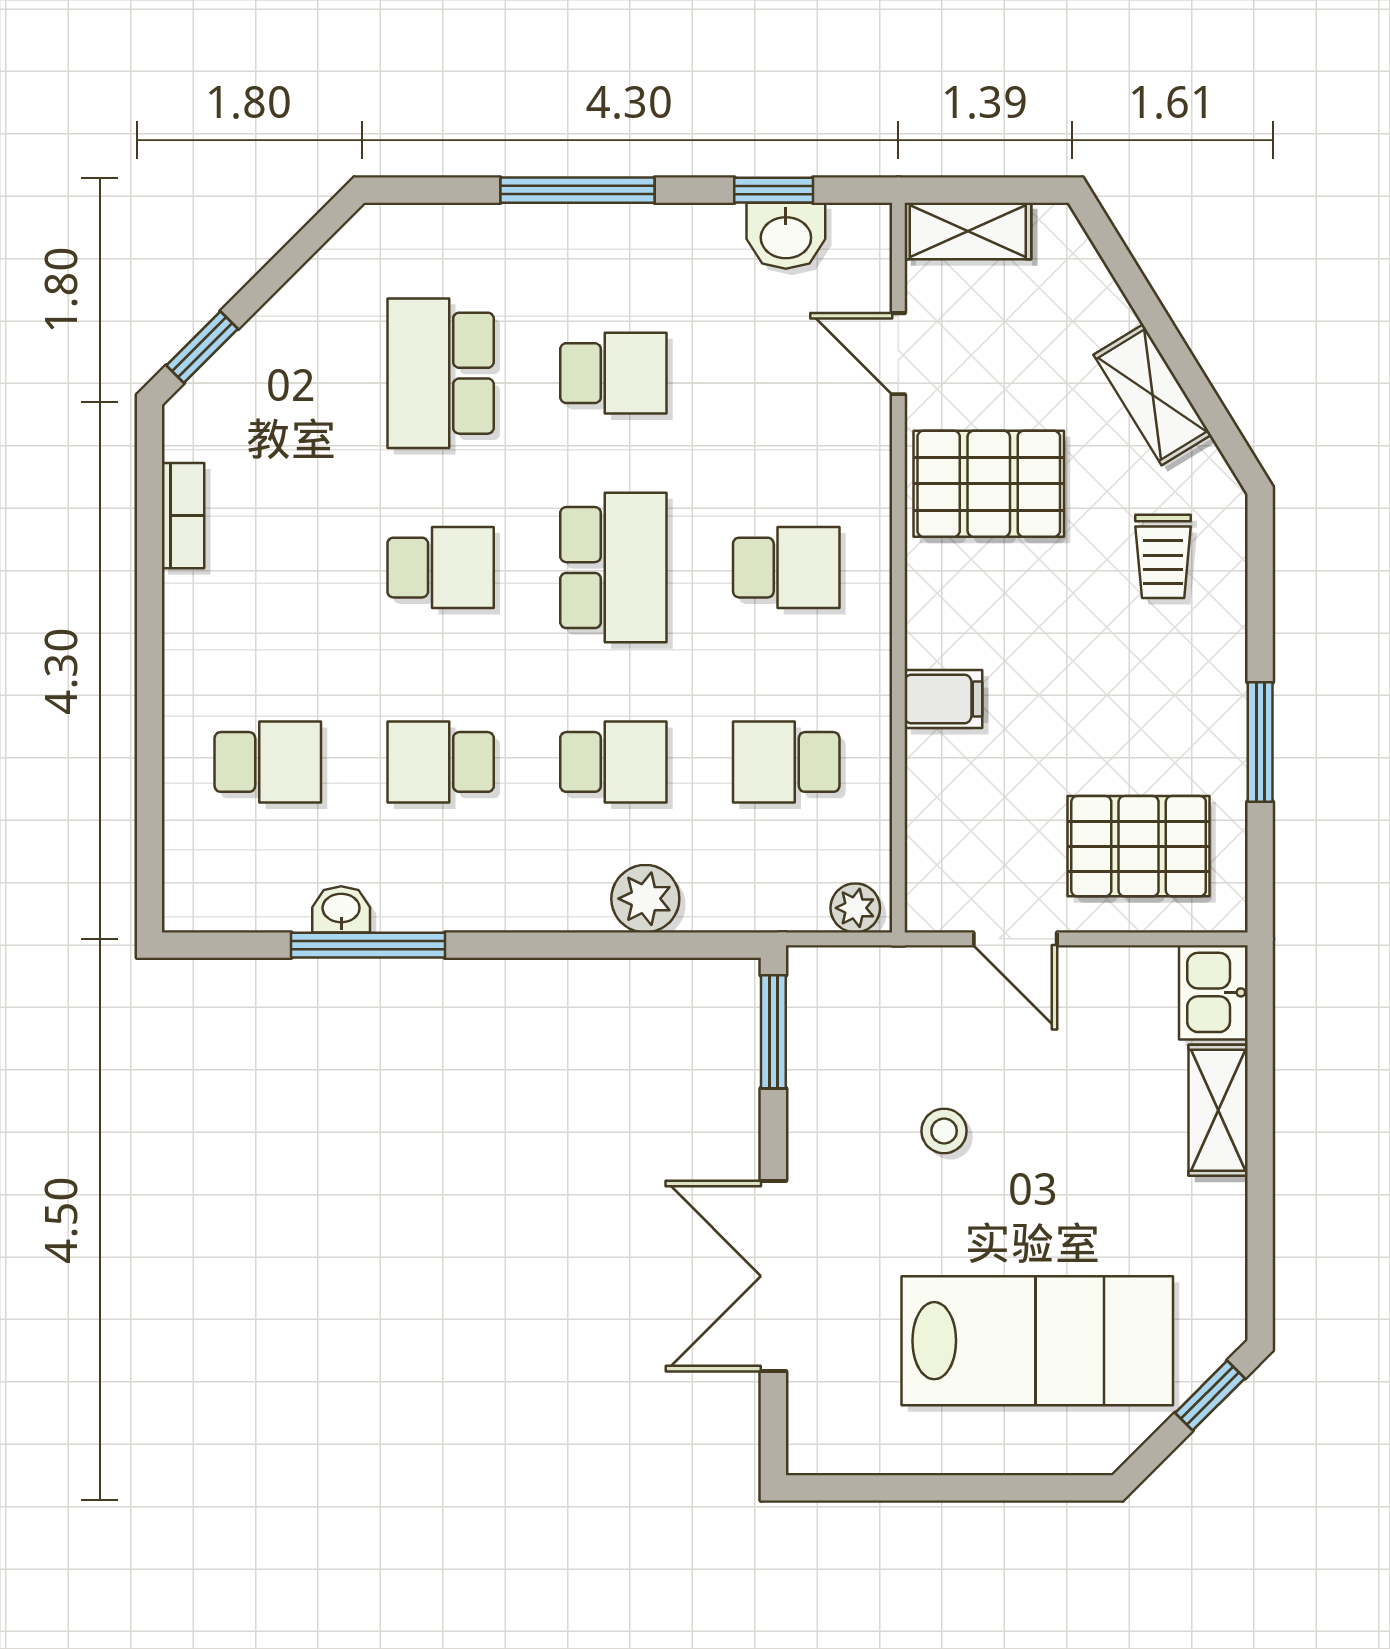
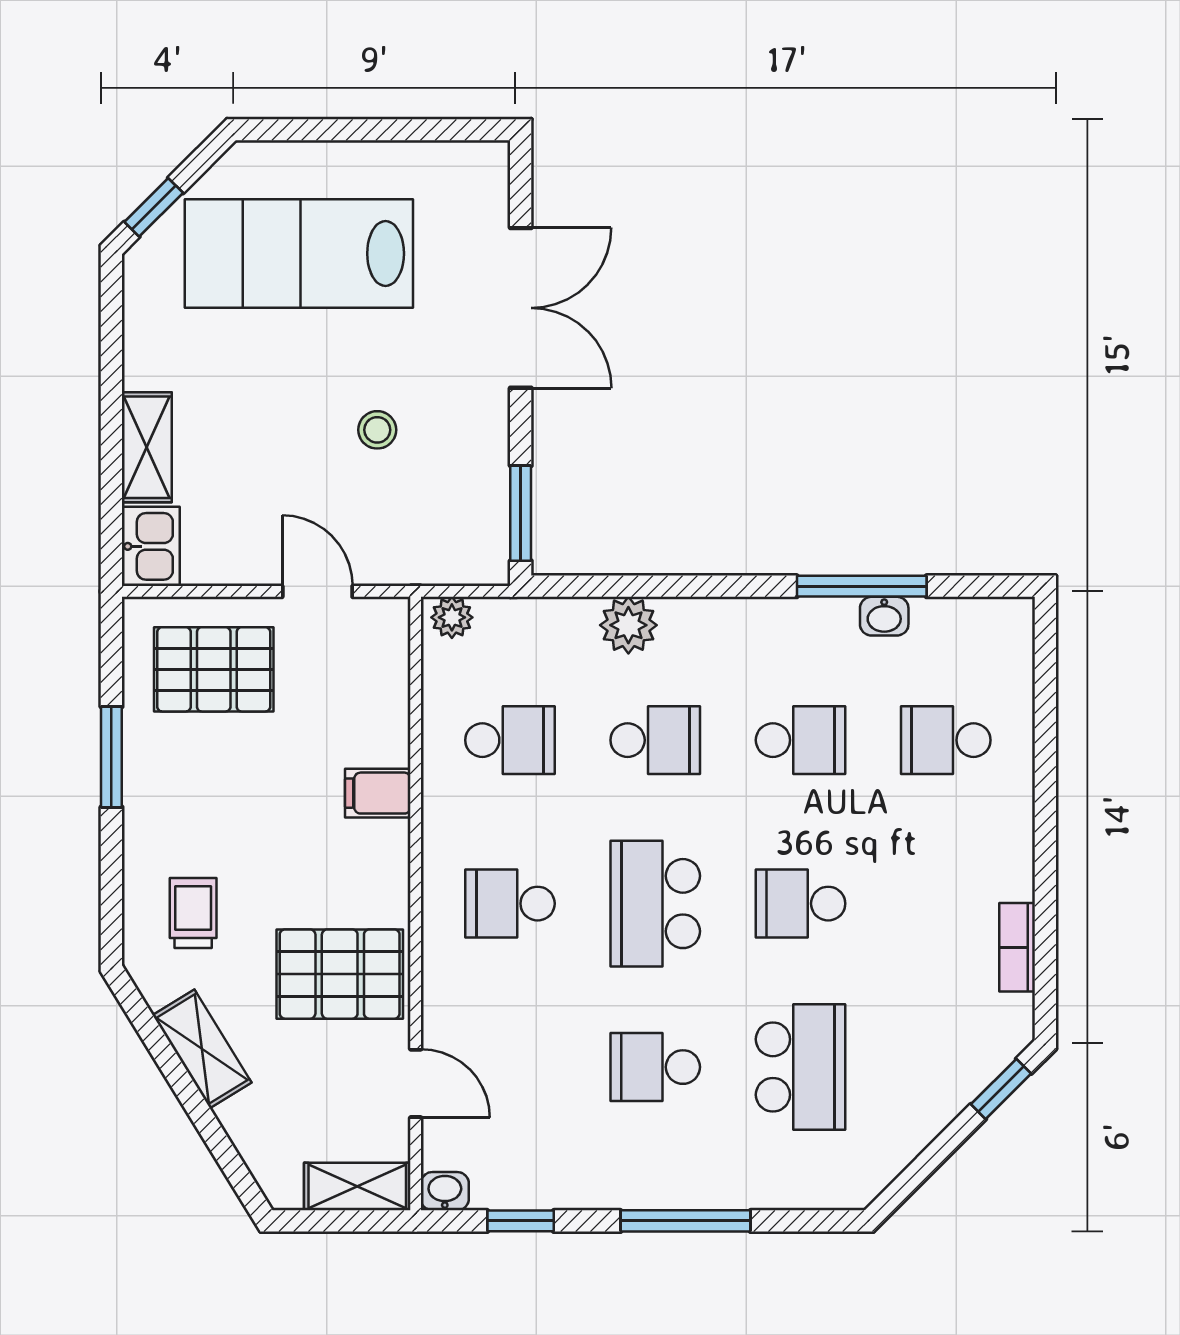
washbasin: (786, 236) -> (445, 1191), moved, width x0.72, depth x0.69
school desk: (613, 762) -> (655, 740), turned 180

